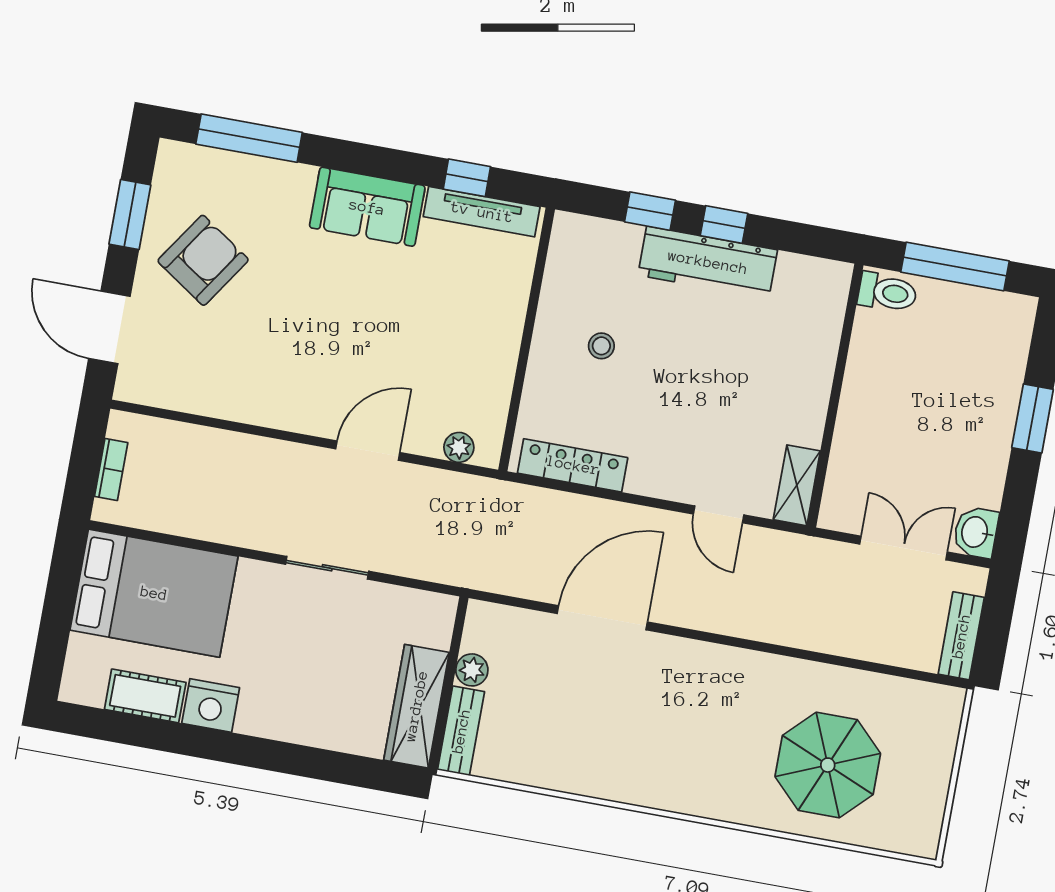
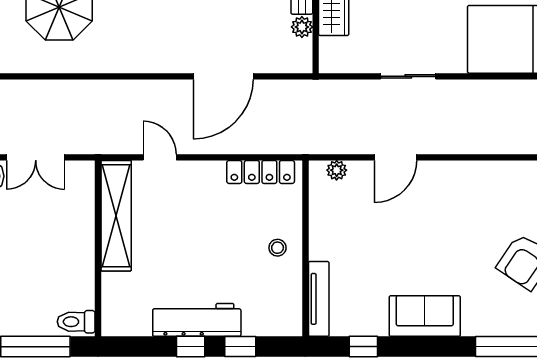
tv unit: (482, 212) -> (319, 299), moved, turned 90
stool: (601, 346) -> (278, 248), moved
shelving: (797, 485) -> (116, 216), width x2.20, depth x1.33

